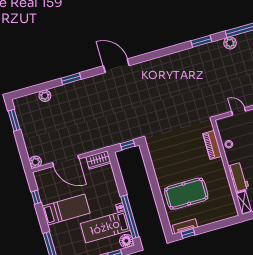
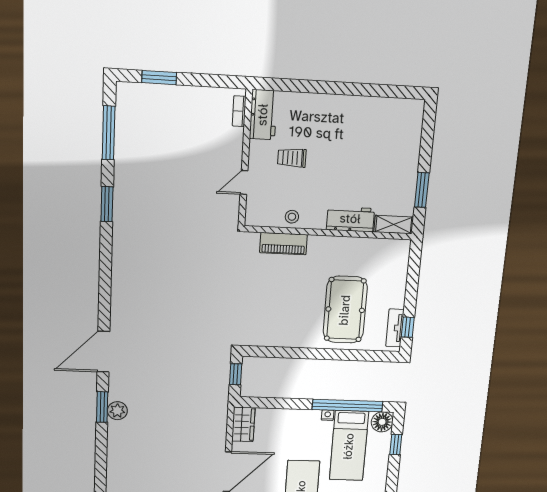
plant: (230, 43) -> (125, 158), removed
window: (71, 79) -> (102, 407), moved
plant: (45, 96) -> (117, 411), moved

